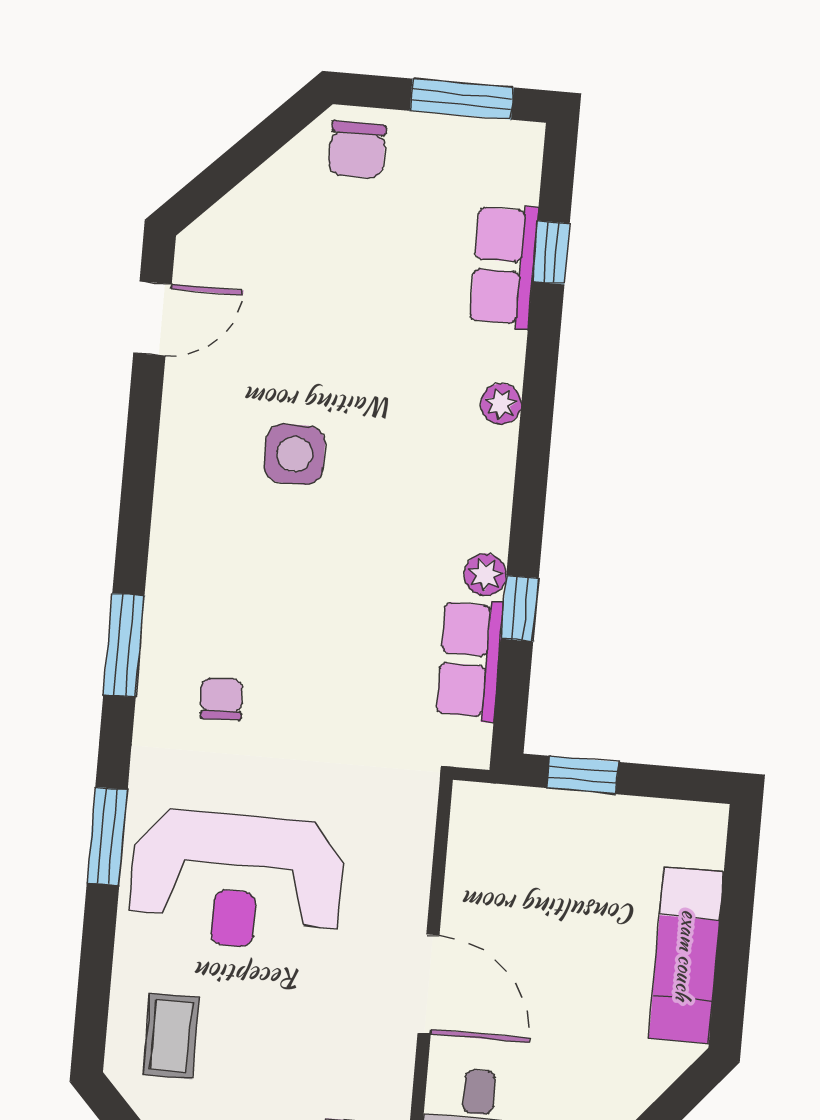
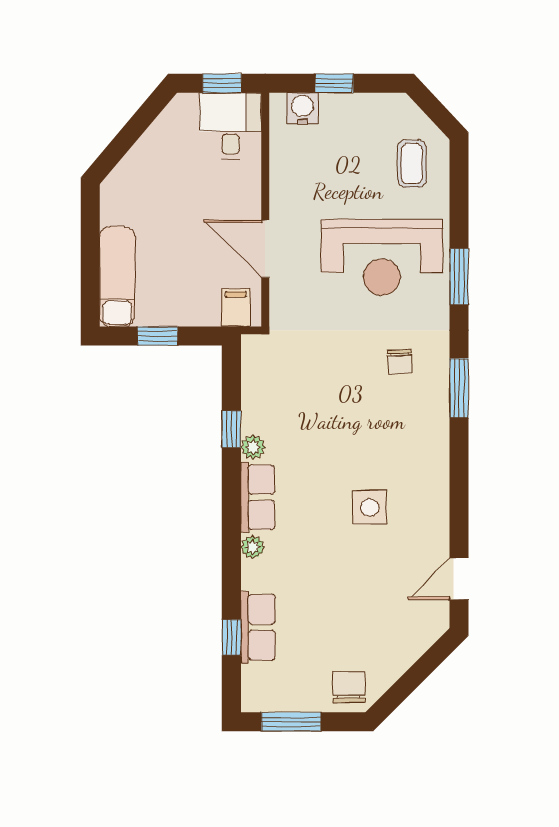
row of seats: (470, 660) -> (258, 497), moved
window: (583, 775) -> (158, 336), moved
filing cabinet: (494, 816) -> (236, 308), added
reception desk: (237, 880) -> (382, 257), turned 180
exam couch: (686, 955) -> (117, 277), moved
door: (428, 984) -> (265, 249), moved

